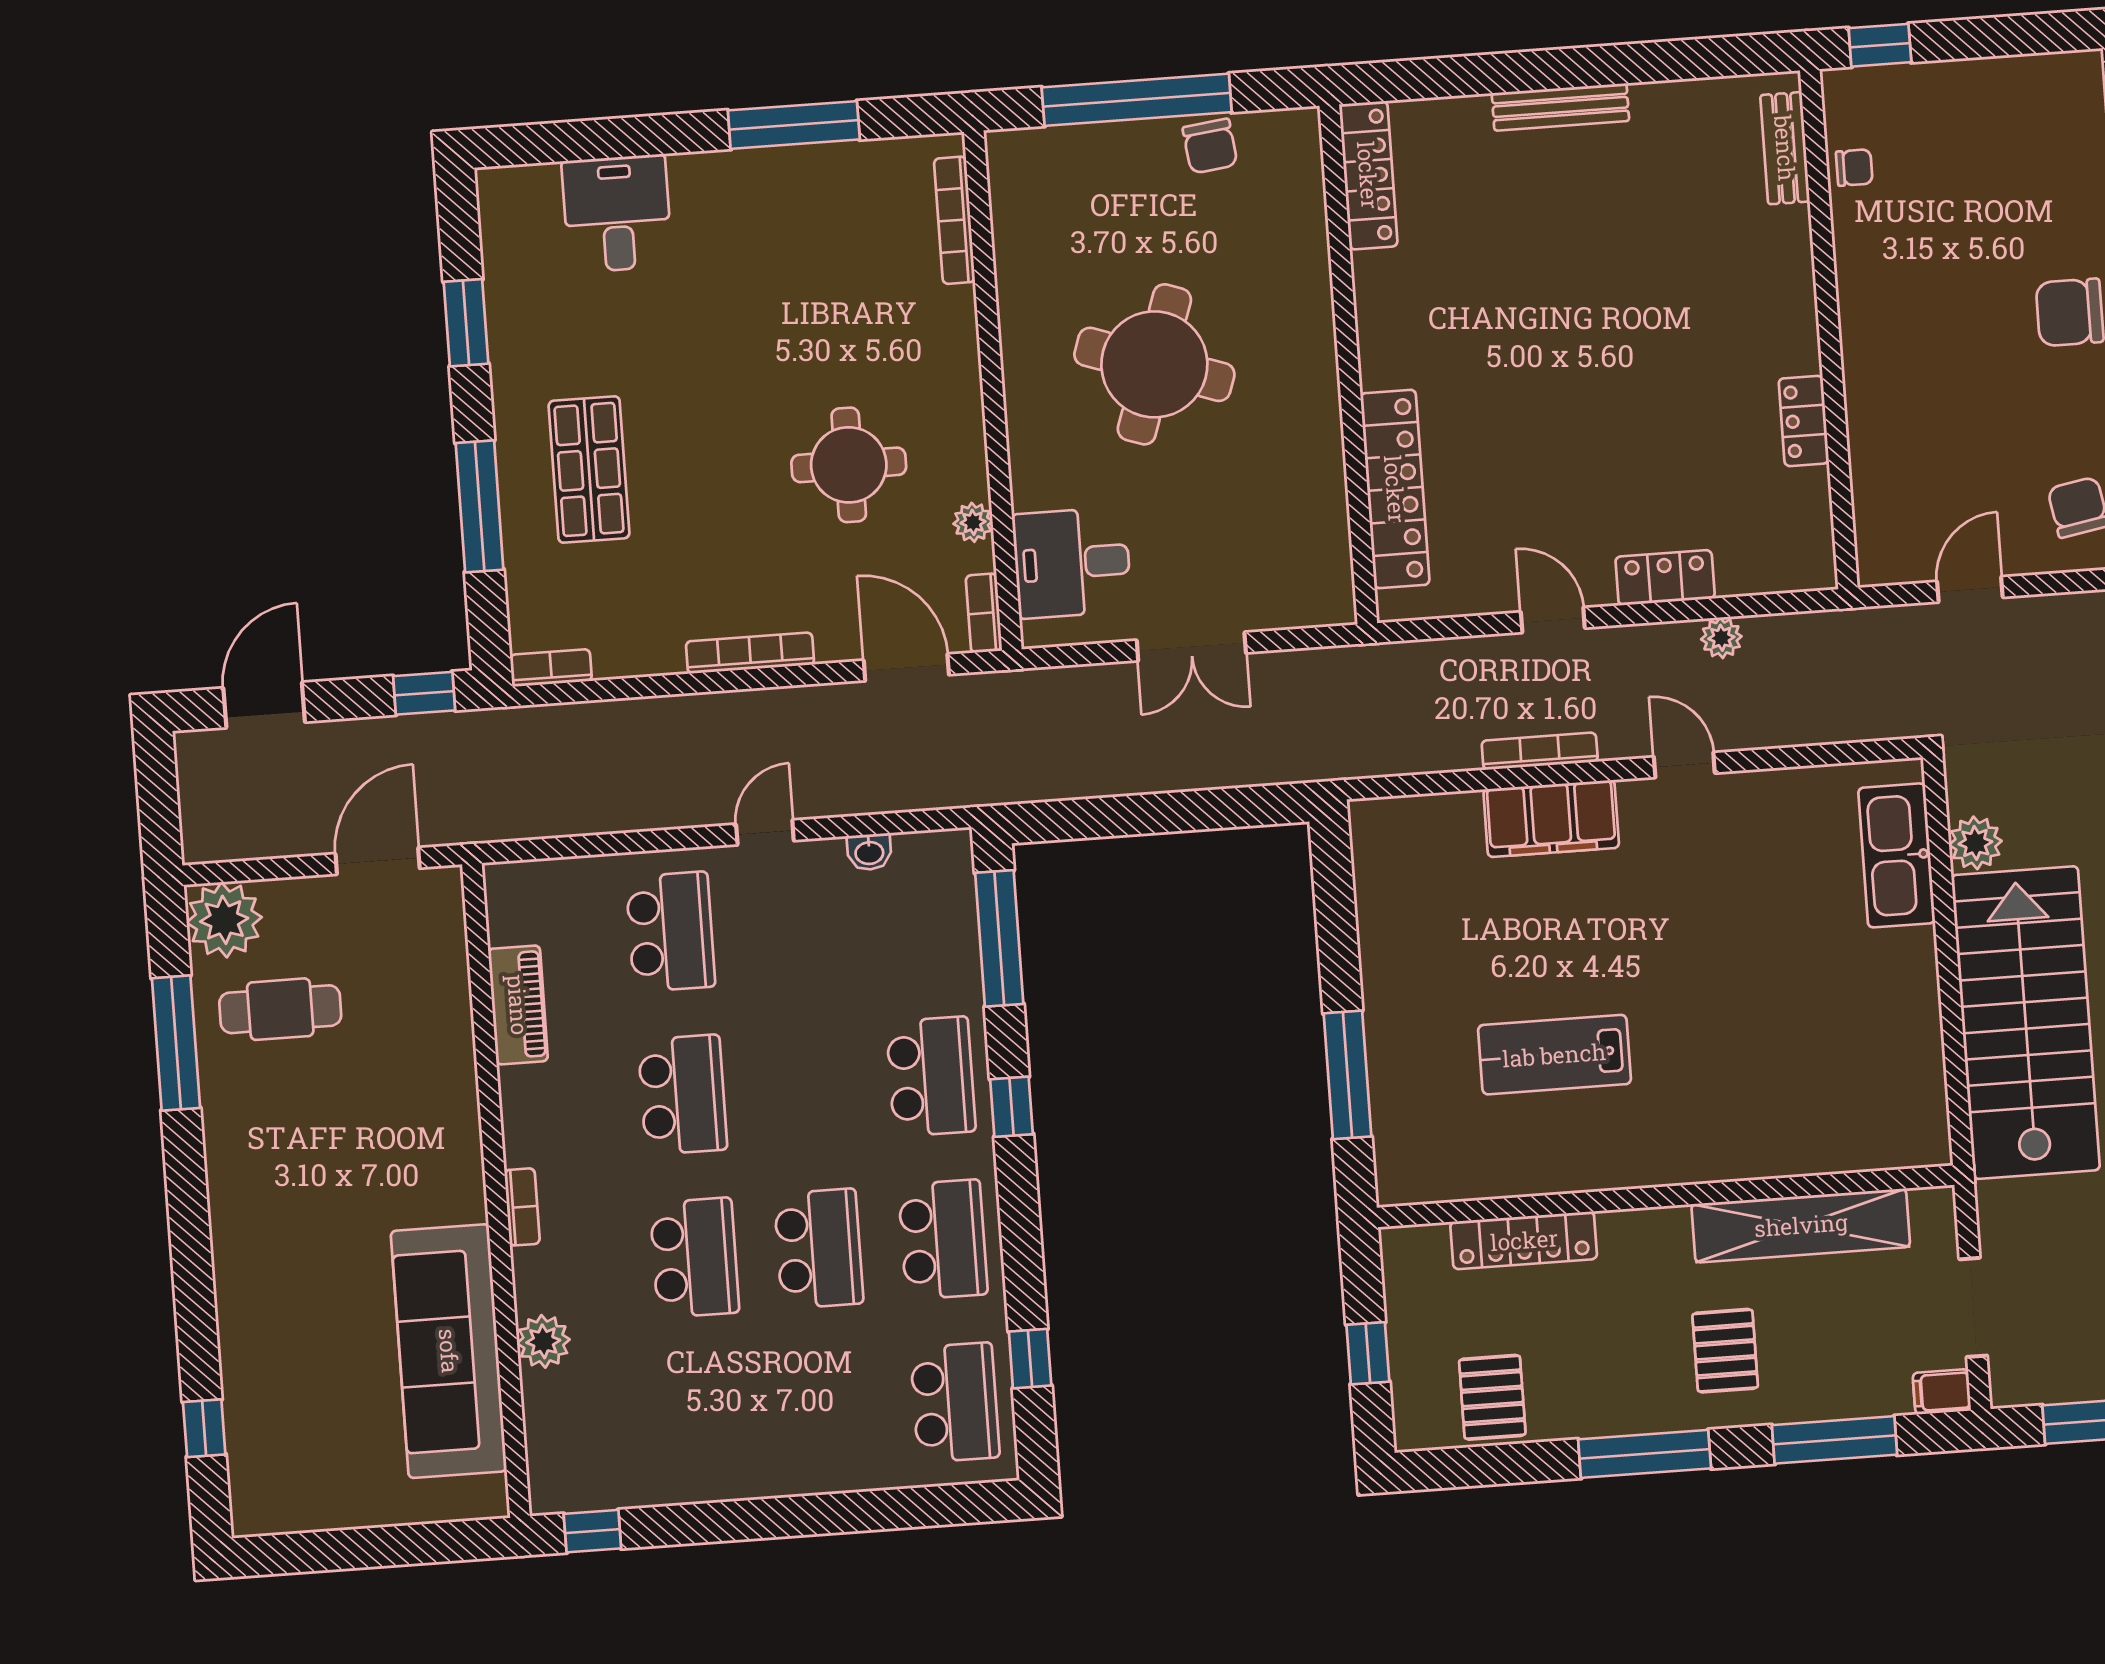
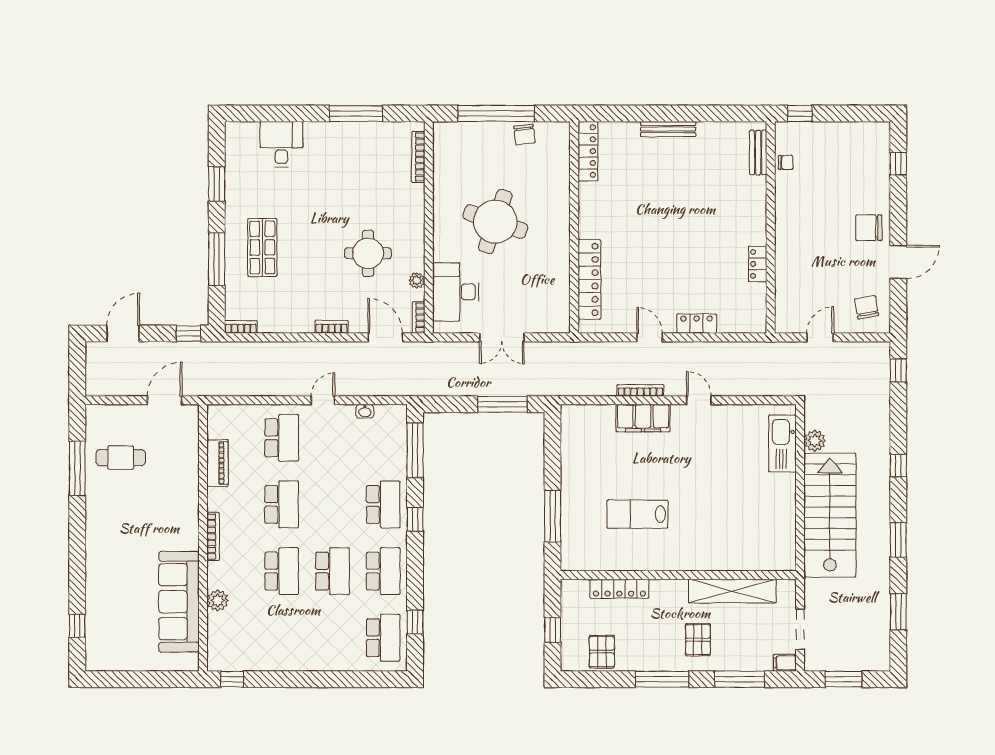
desk: (1072, 563) -> (456, 292), width x1.37
plant: (1721, 638) -> (718, 350), removed
bookcase: (750, 653) -> (332, 327), width x0.64
window: (1205, 810) -> (502, 404), added
plant: (224, 920) -> (101, 420), removed
bookcase: (522, 1207) -> (213, 537), width x1.56

